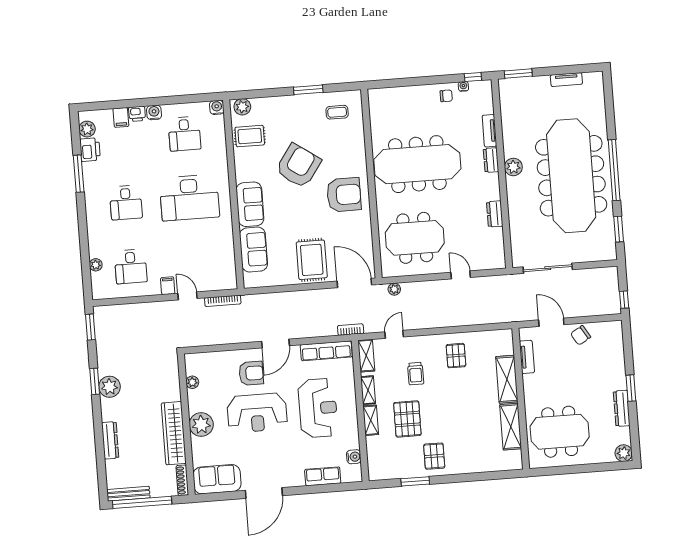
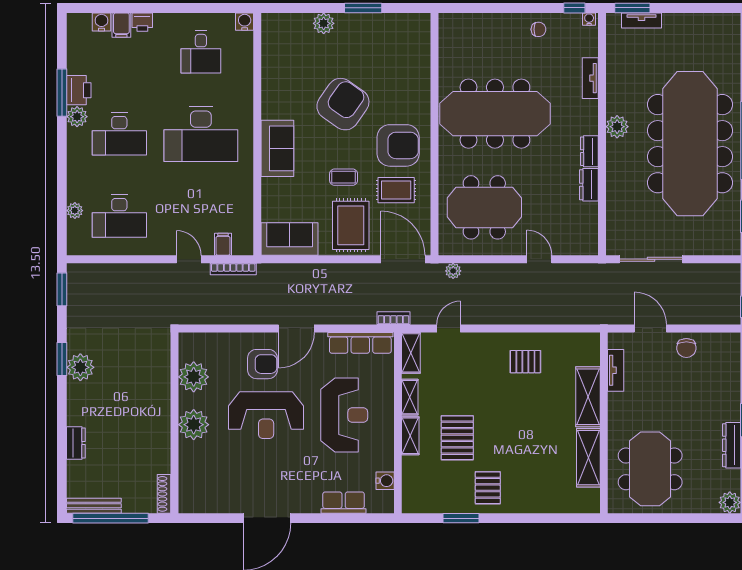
tv unit: (566, 80) -> (641, 20), moved
water cooler: (463, 86) -> (589, 19), moved
plant: (242, 107) -> (324, 23), moved
water cooler: (154, 112) -> (101, 22), moved
coffee table: (337, 112) -> (344, 177), moved
plant: (87, 129) -> (77, 117), moved
rug: (250, 136) -> (396, 190), moved
printer: (90, 150) -> (79, 90), moved
dresser: (491, 160) -> (589, 151), moved
desk: (126, 203) -> (119, 134), width x1.37
sofa: (254, 249) -> (290, 239), moved, turned -90
desk: (131, 266) -> (119, 216), width x1.37
filing cabinet: (168, 286) -> (223, 244), moved
chair: (581, 335) -> (686, 348), turned -59
pallet: (456, 356) -> (525, 362), turned 90
trolley: (416, 374) -> (472, 381), removed
plant: (192, 382) -> (194, 377), width x1.87, depth x1.87
meeting table: (560, 432) -> (650, 469), turned 90
wardrobe: (174, 433) -> (158, 433), removed
dresser: (110, 440) -> (76, 443), width x0.70
sofa: (217, 479) -> (208, 496), removed

